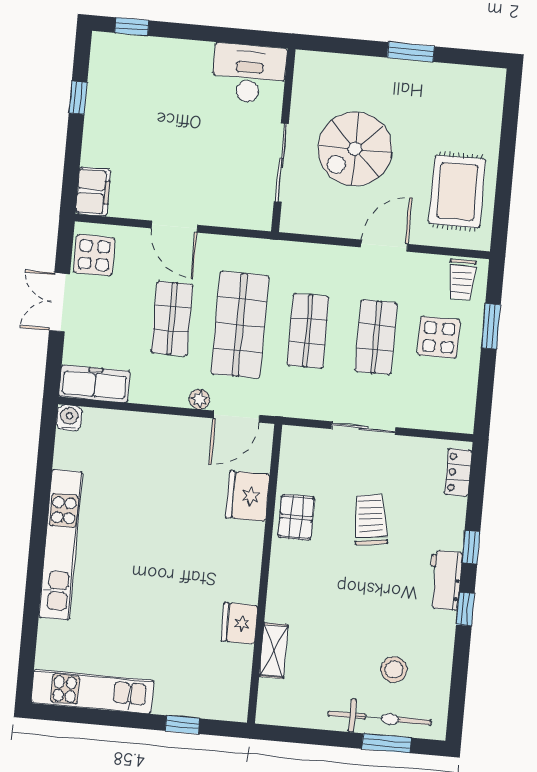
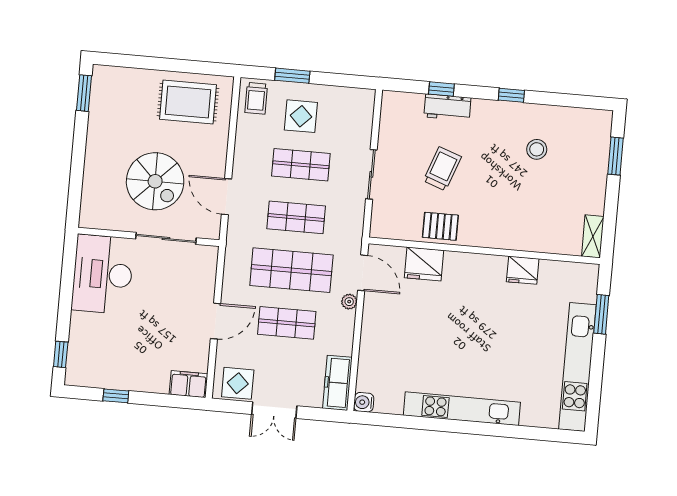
window: (411, 52) -> (84, 93), moved
desk: (249, 74) -> (103, 274), width x1.36, depth x1.30
door: (384, 246) -> (227, 197), moved
trolley: (462, 280) -> (256, 98), turned 90
locker: (458, 472) -> (405, 101), removed
trolley: (371, 520) -> (442, 169), turned 118
window: (471, 547) -> (441, 89), moved
workbench: (445, 580) -> (447, 107), moved
shelving: (274, 651) -> (593, 236), moved, turned 90
stool: (394, 669) -> (537, 149), moved
kitchen unit: (92, 692) -> (577, 367), width x1.36
bicycle: (380, 718) -> (596, 161), removed
window: (182, 725) -> (601, 314), width x1.50

